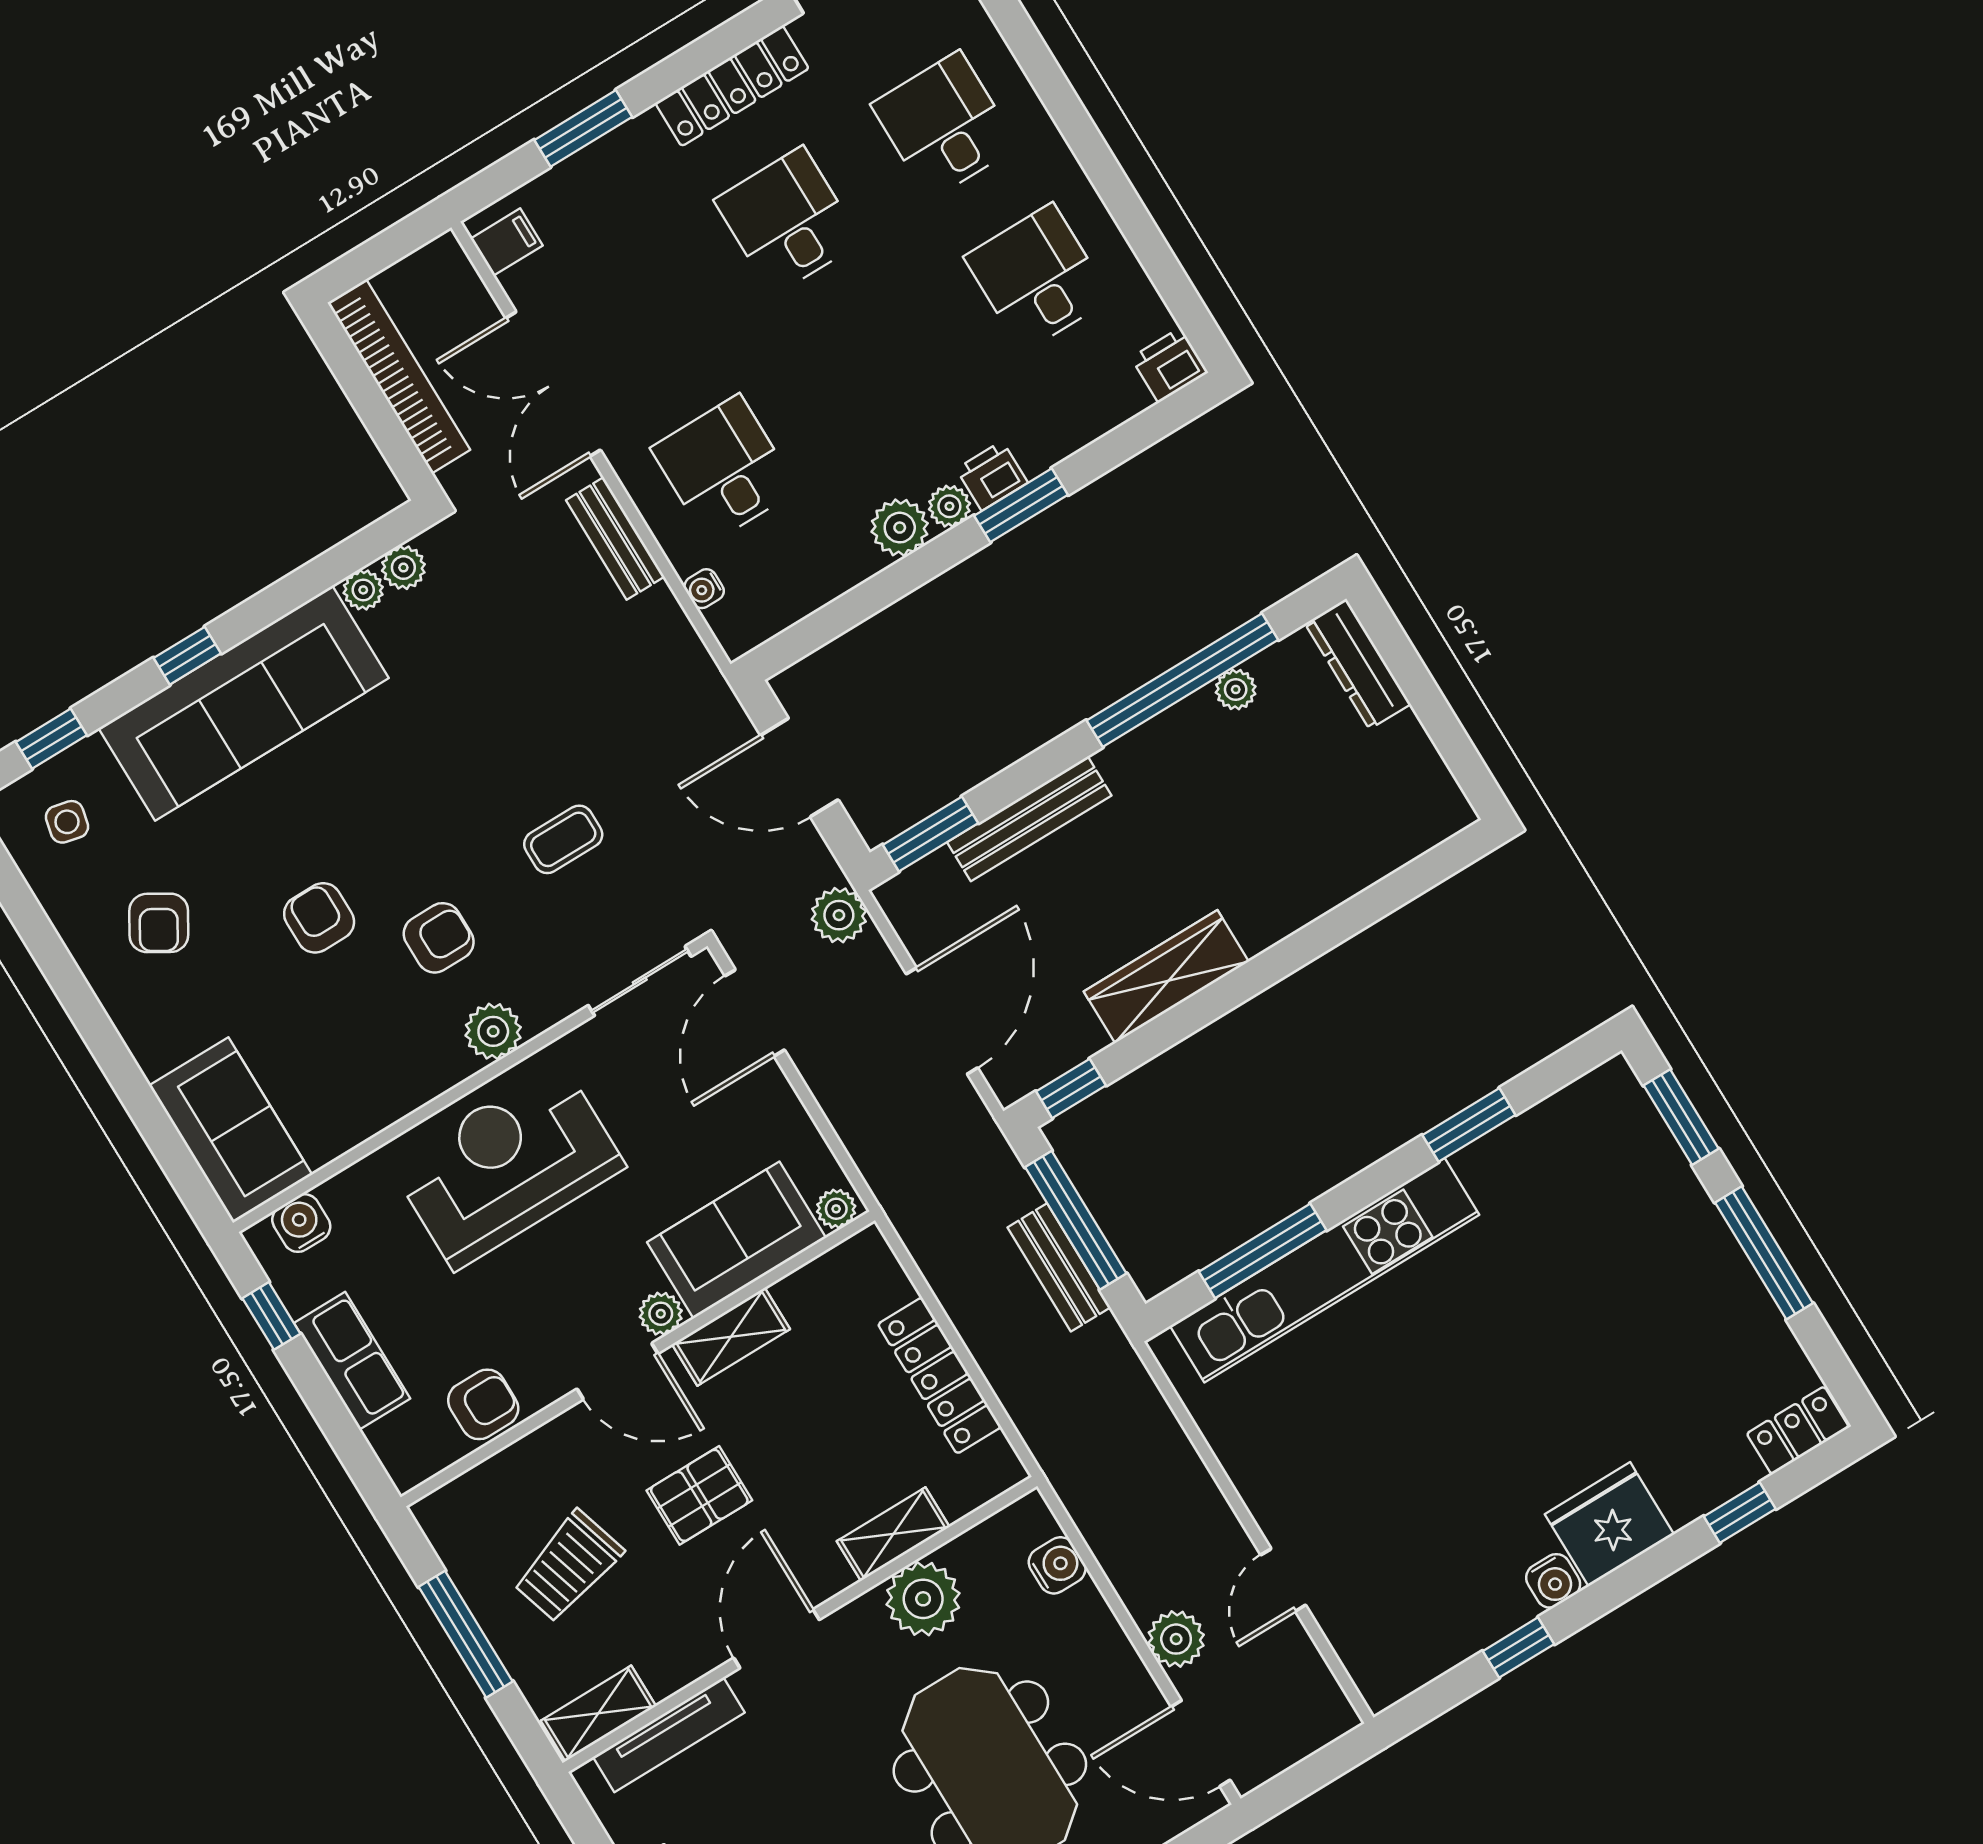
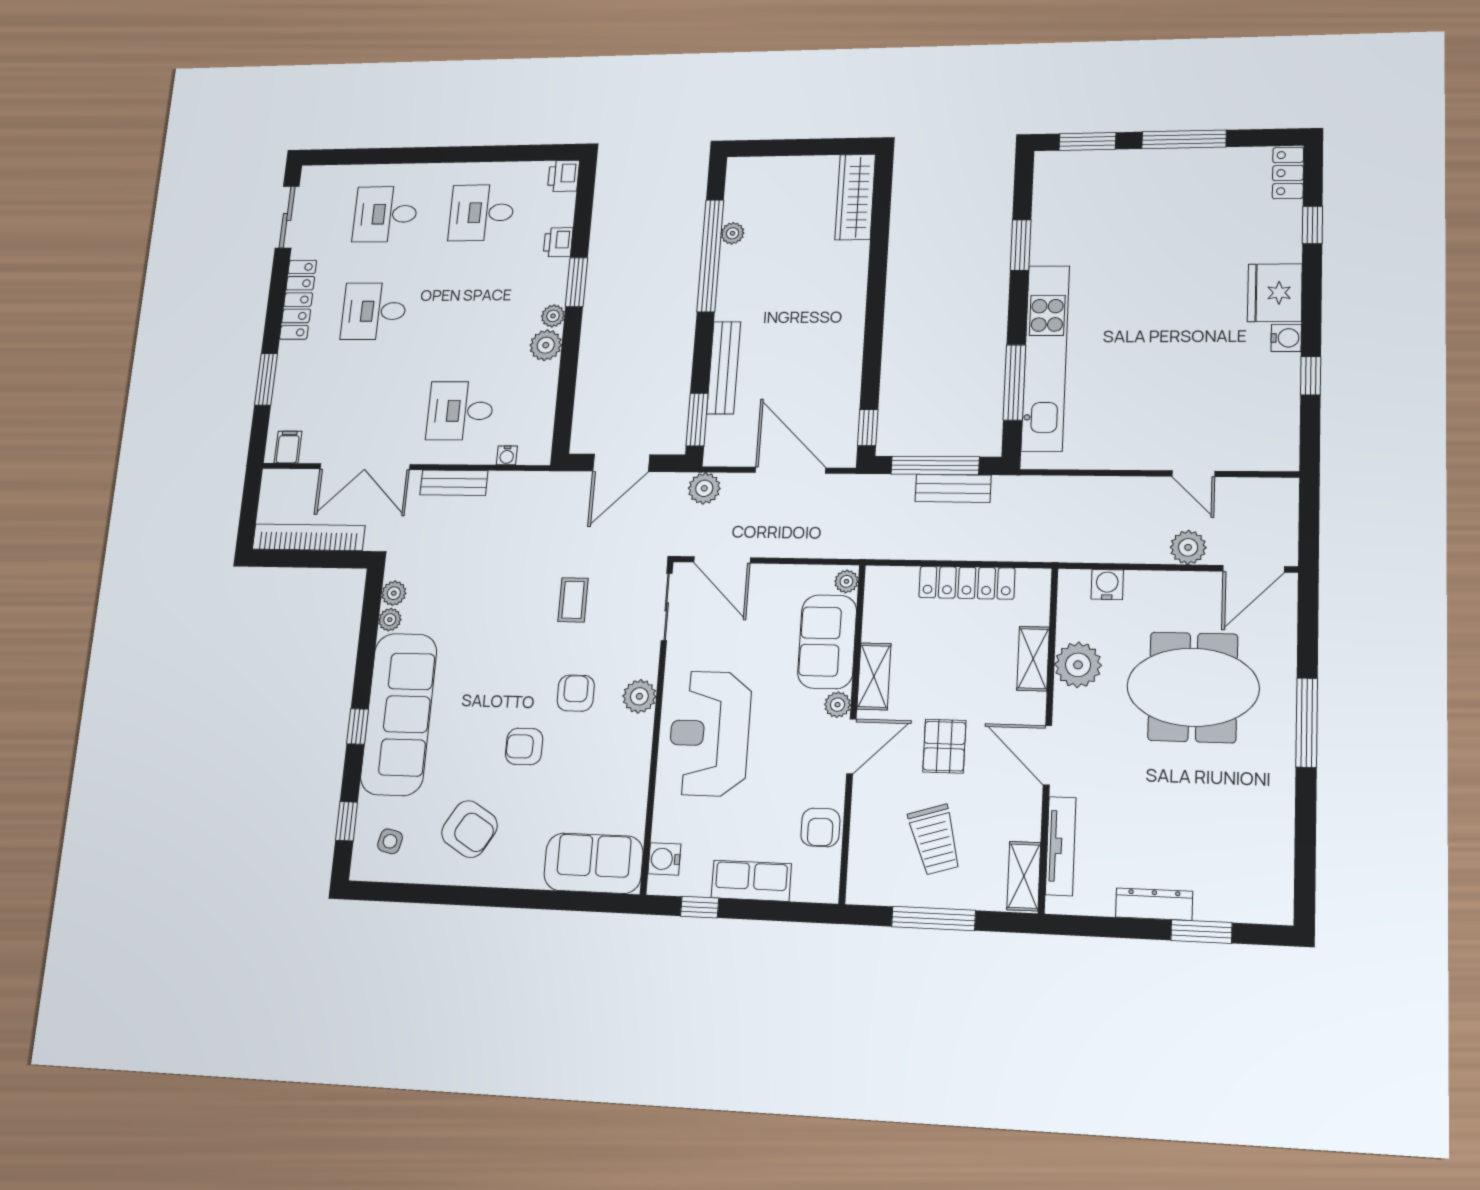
printer: (992, 476) -> (558, 242), moved
dresser: (1358, 664) -> (761, 169), removed
armchair: (159, 923) -> (469, 829), width x1.38, depth x1.38
wardrobe: (1166, 977) -> (855, 197), moved
armchair: (483, 1404) -> (820, 827), turned 180

